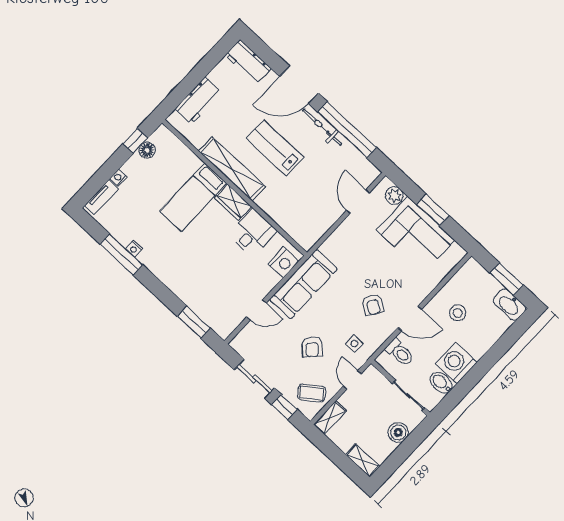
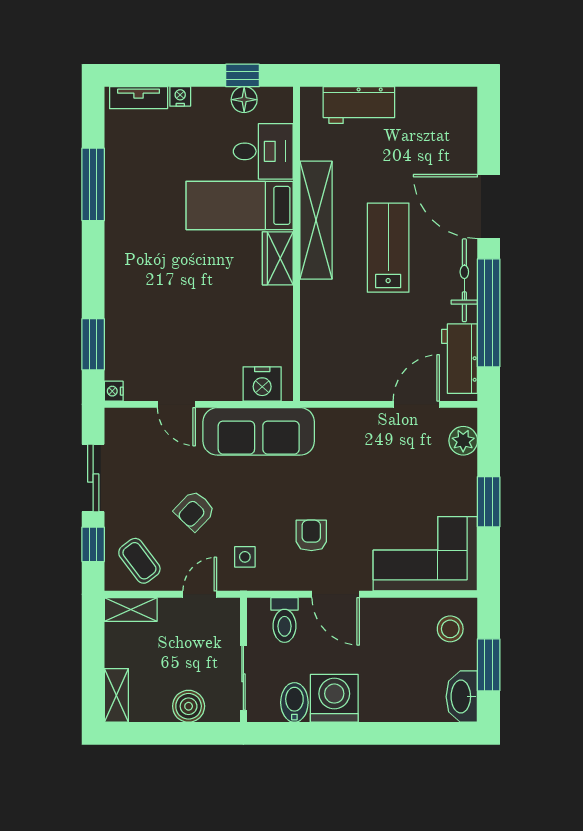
workbench: (248, 62) -> (460, 359), moved
desk: (253, 233) -> (263, 151), moved
corner sofa: (416, 235) -> (425, 554), moved, turned 90
nightstand: (134, 249) -> (114, 391), moved
armchair: (373, 304) -> (311, 535), turned 147
stool: (458, 313) -> (450, 629), moved

